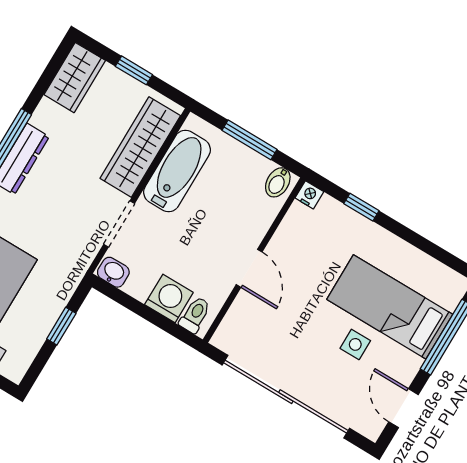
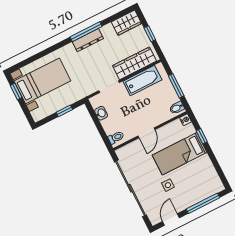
washbasin: (113, 272) -> (101, 113), moved
washing machine: (169, 298) -> (110, 125), removed
bed: (390, 307) -> (180, 154), moved, turned -90

